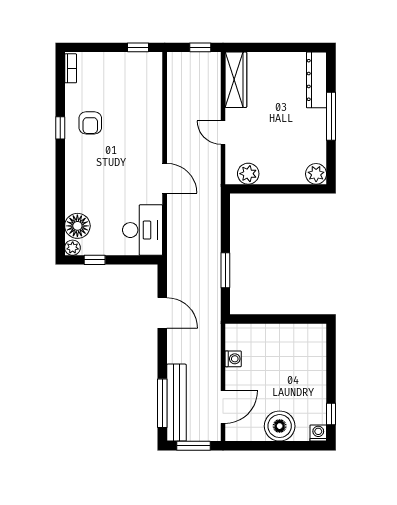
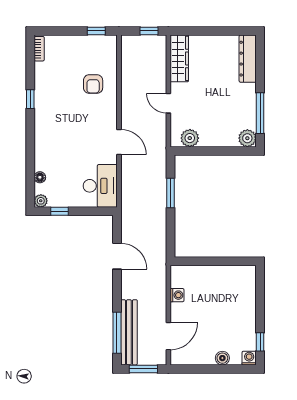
window: (331, 116) -> (260, 113), moved
armchair: (90, 123) -> (93, 84), moved
floor lamp: (77, 226) -> (40, 177), width x0.53, depth x0.53
window: (225, 270) -> (170, 193), moved
boiler: (280, 426) -> (222, 358), width x0.54, depth x0.54

